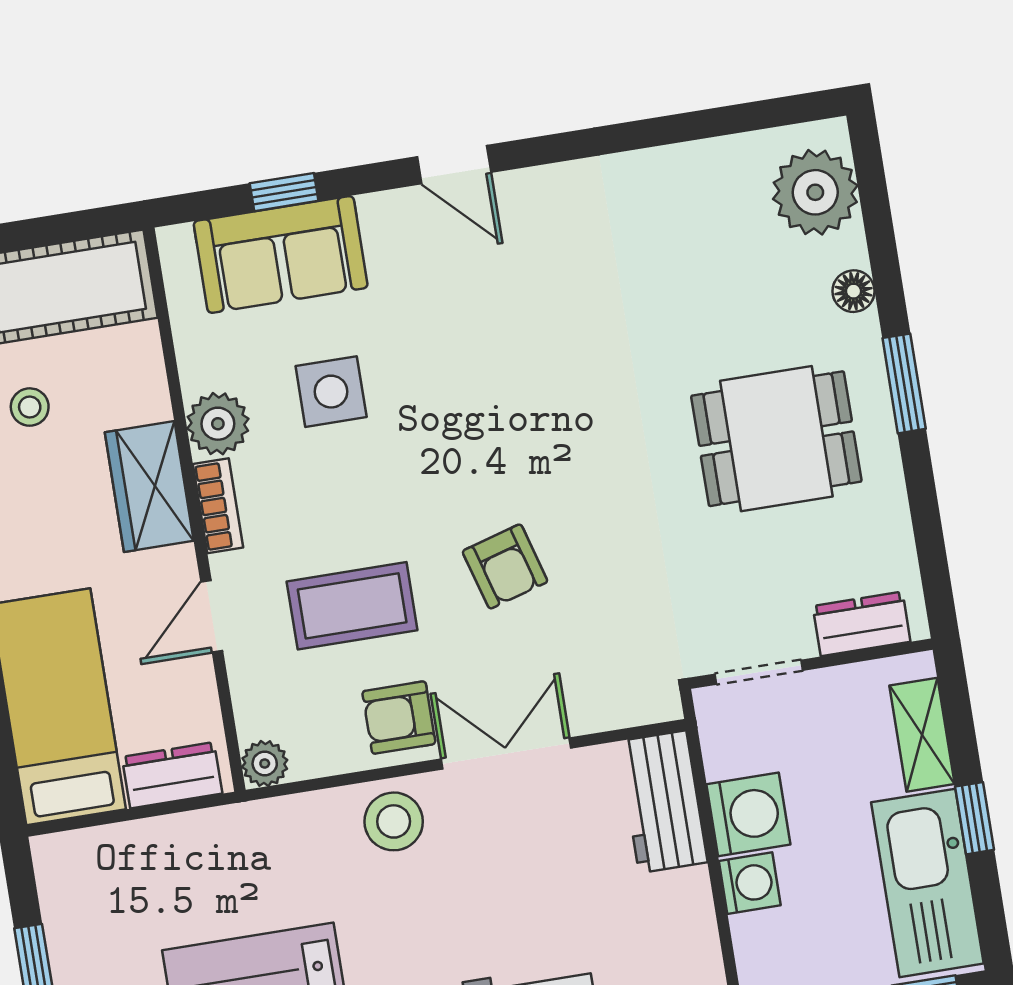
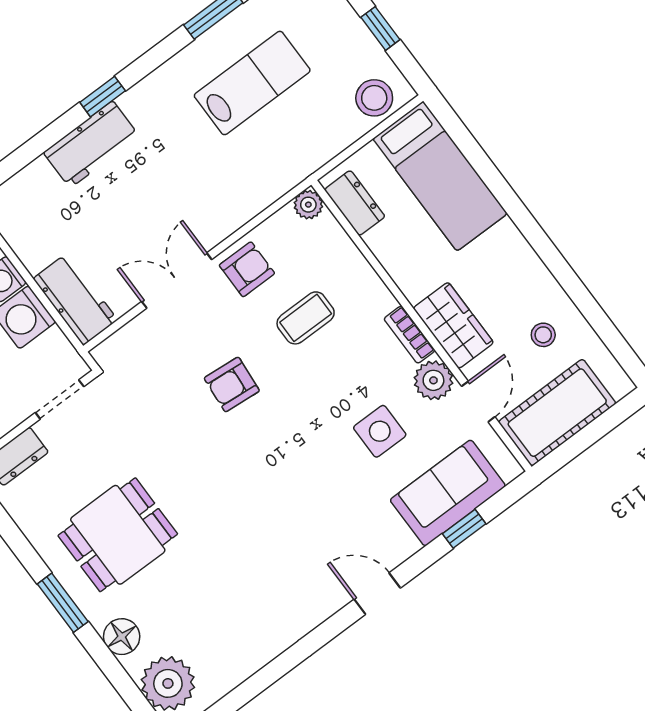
floor lamp: (854, 291) -> (122, 637), width x1.37, depth x1.37
armchair: (505, 566) -> (232, 384), turned -69
coffee table: (352, 606) -> (306, 318), width x0.73, depth x0.77
door: (212, 616) -> (478, 402), moved
double door: (506, 753) -> (177, 281), swing flipped
dresser: (172, 775) -> (355, 203), moved, turned -90
stool: (394, 821) -> (374, 98), moved

